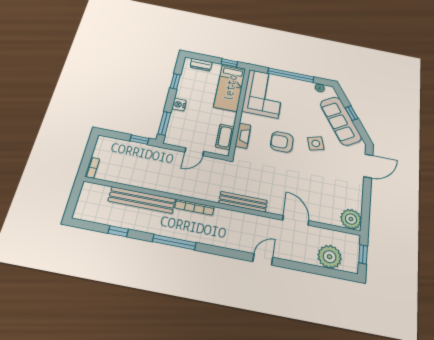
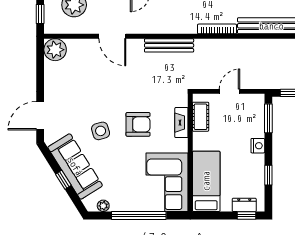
window: (229, 63) -> (247, 215), moved

